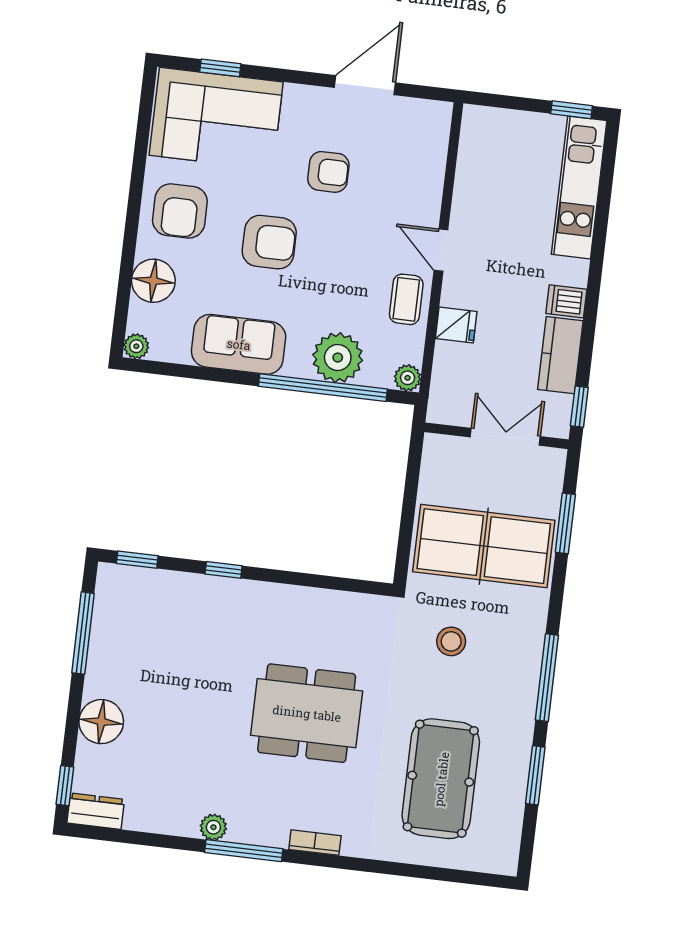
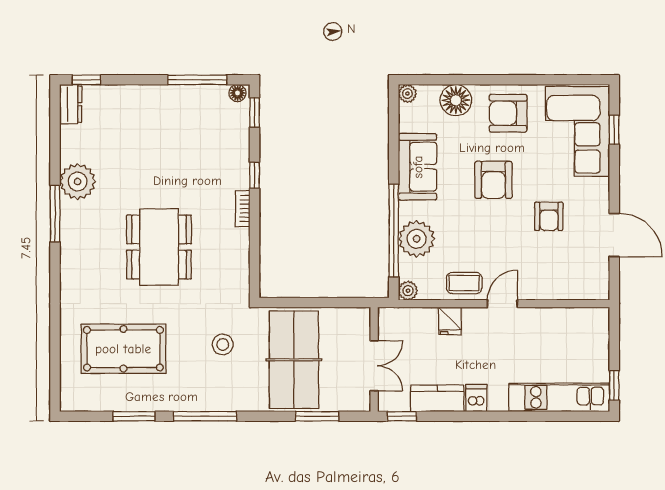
floor lamp: (101, 722) -> (238, 93), moved, width x0.53, depth x0.53
plant: (213, 827) -> (78, 182), width x1.88, depth x1.88
bookcase: (315, 843) -> (243, 209), moved, turned 180

